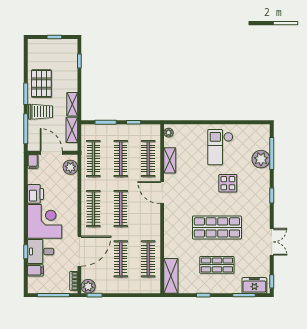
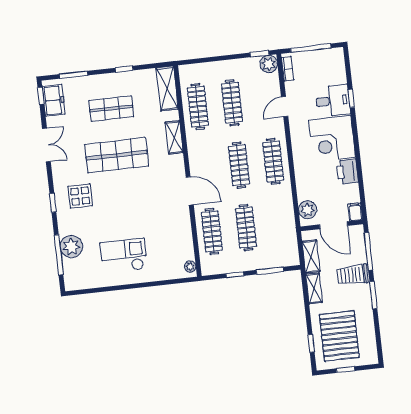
pallet: (41, 84) -> (339, 336), moved, width x1.37, depth x1.41
checkout: (220, 147) -> (124, 256), turned -90
clothes rail: (93, 159) -> (280, 224), removed
shelving: (170, 160) -> (174, 137), moved
display table: (228, 183) -> (80, 196), moved
double door: (272, 242) -> (46, 145), swing flipped
door: (79, 251) -> (285, 107), width x0.53
filing cabinet: (35, 270) -> (337, 76), removed
freezer: (254, 285) -> (54, 100), moved, turned -90

